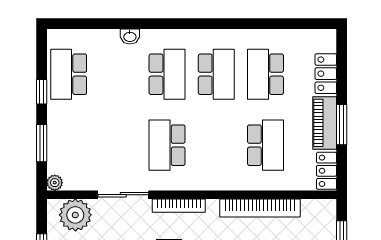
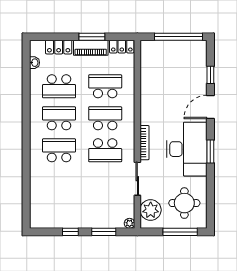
washbasin: (130, 36) -> (34, 63), moved
school desk: (69, 74) -> (105, 118), moved, turned 180
bookcase: (260, 208) -> (146, 90), removed

